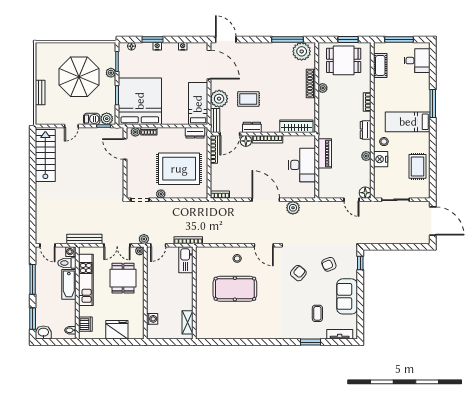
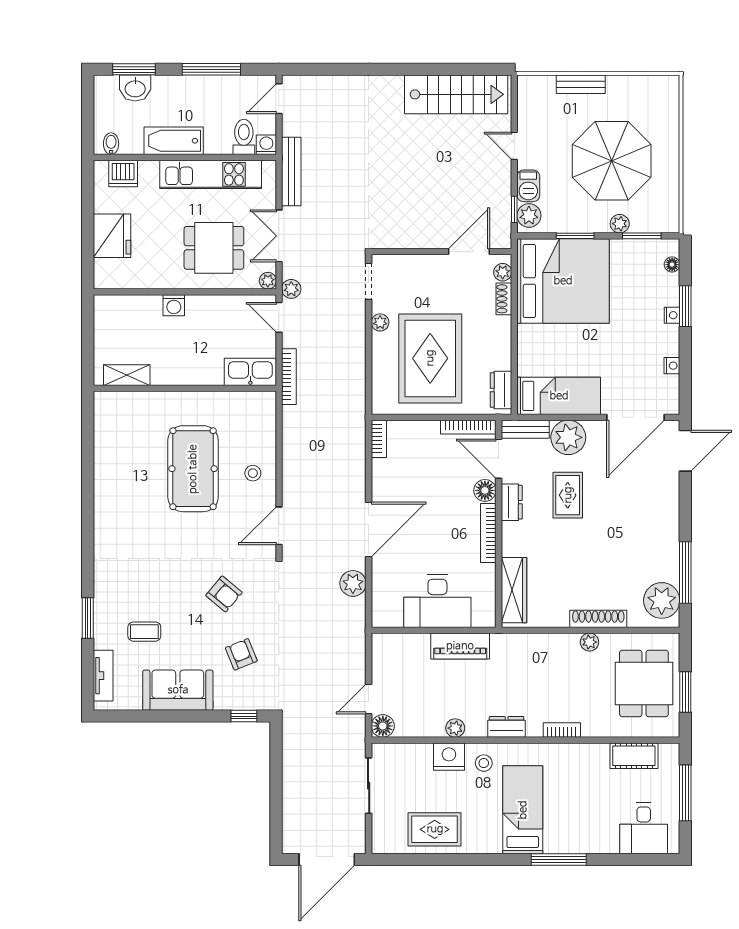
bathtub: (69, 284) -> (174, 141), moved
washing machine: (152, 319) -> (174, 305), moved
washbasin: (43, 333) -> (135, 88), moved, turned 90

